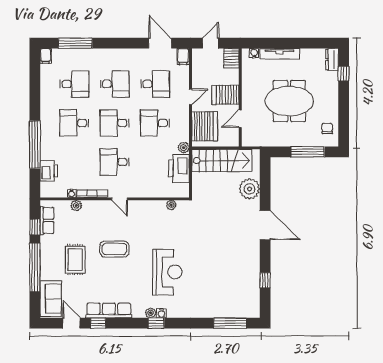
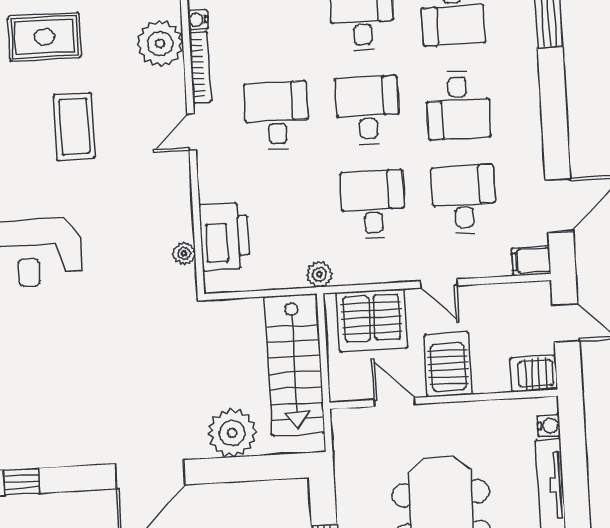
desk: (155, 84) -> (464, 199), turned 180
printer: (179, 168) -> (224, 236), moved, turned 90
plant: (76, 206) -> (160, 43), width x1.88, depth x1.88

